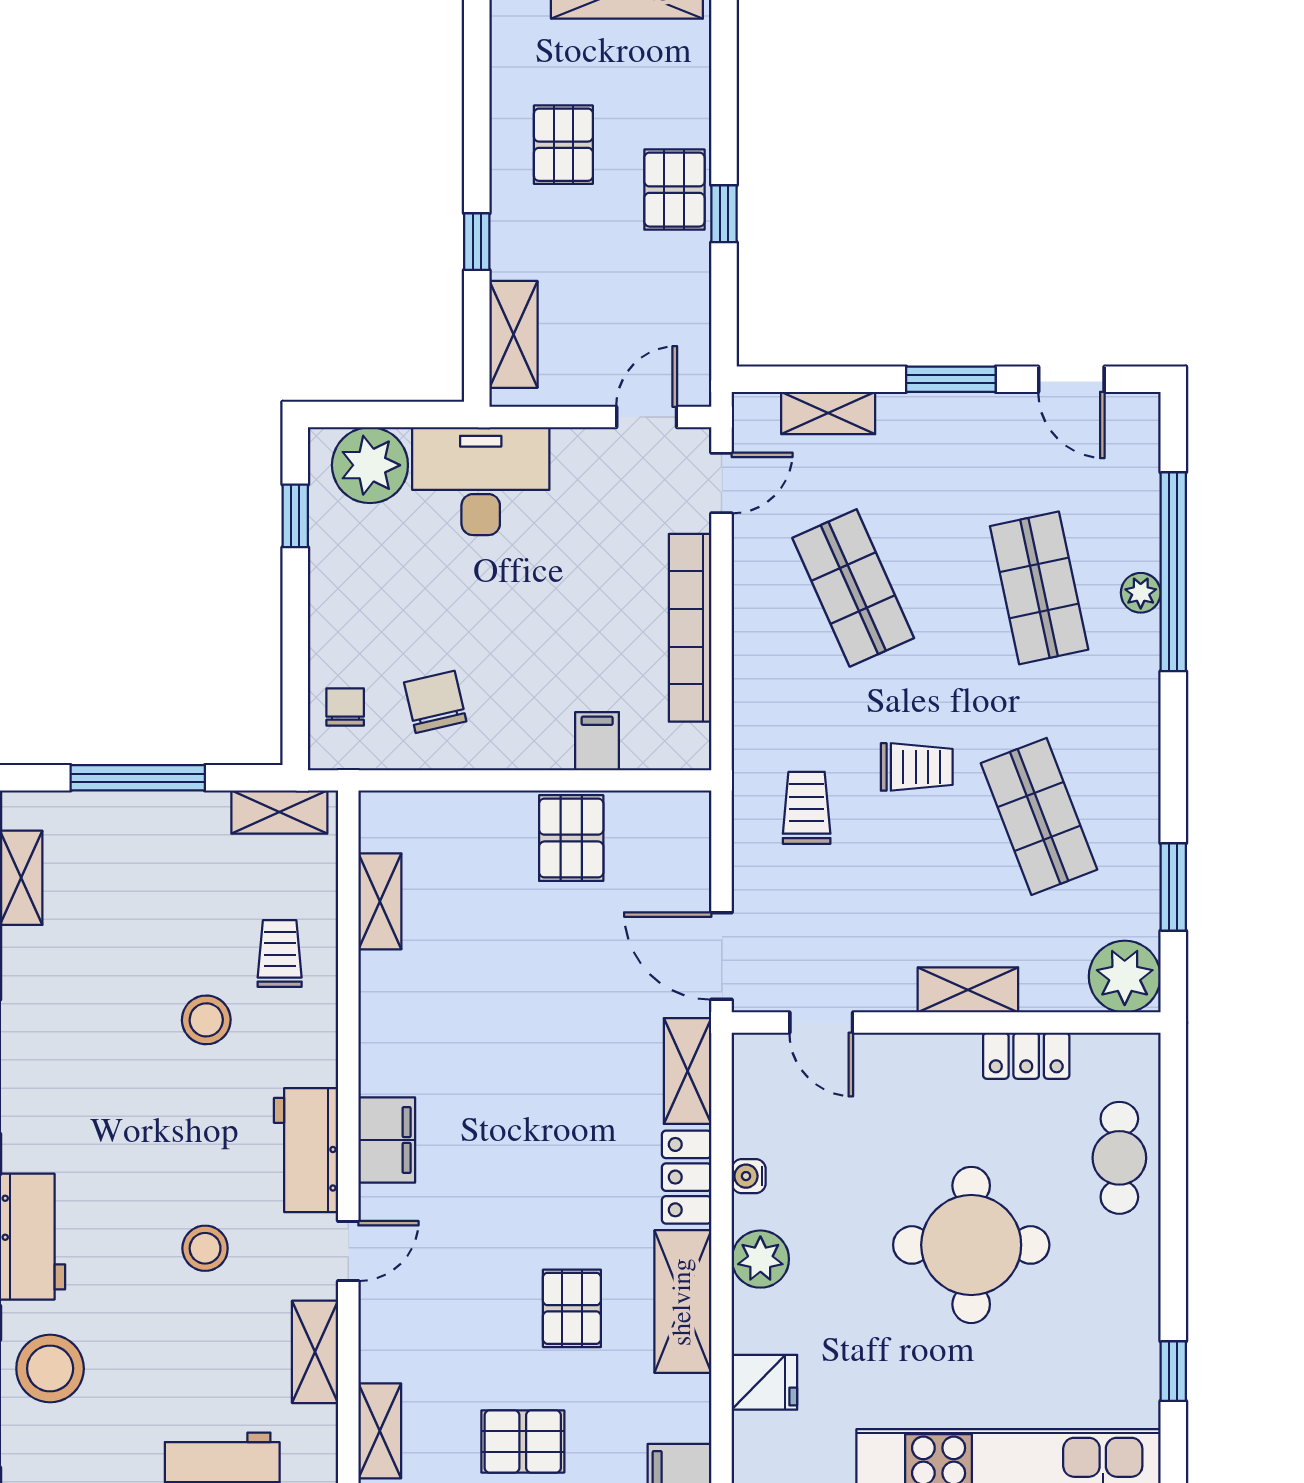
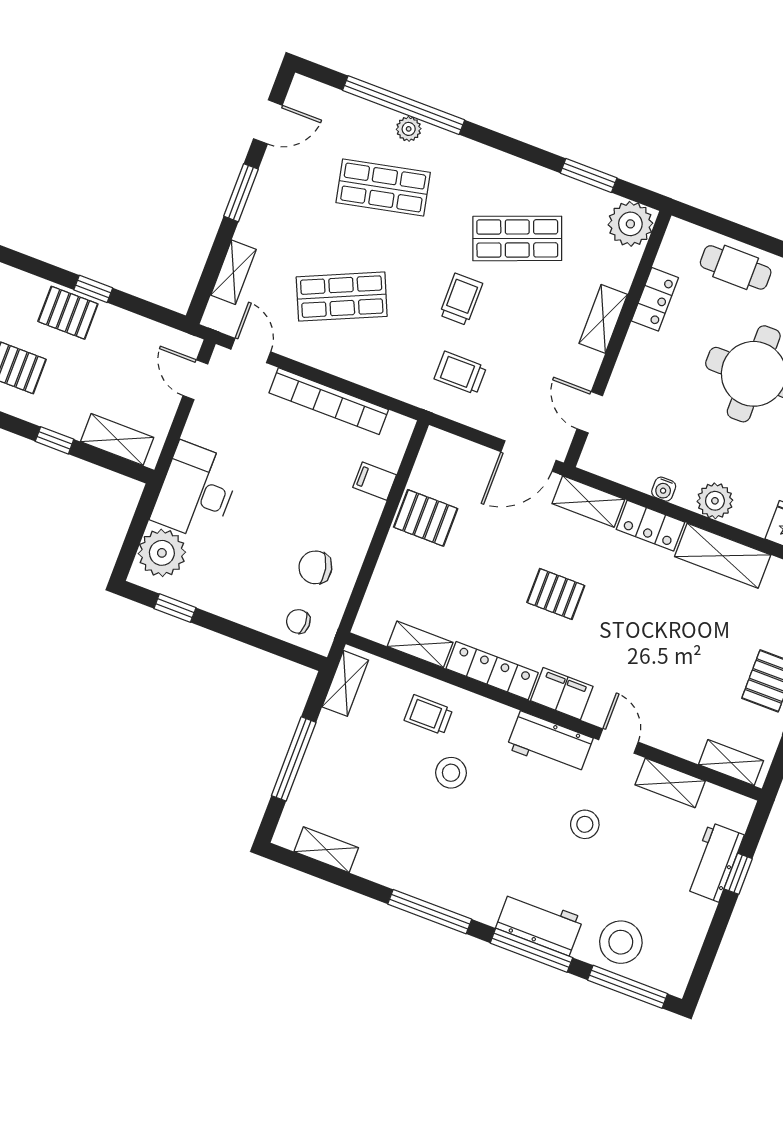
locker: (381, 1023) -> (492, 671), added
door: (821, 1023) -> (590, 412), swing flipped
pallet: (572, 1308) -> (556, 594), moved

